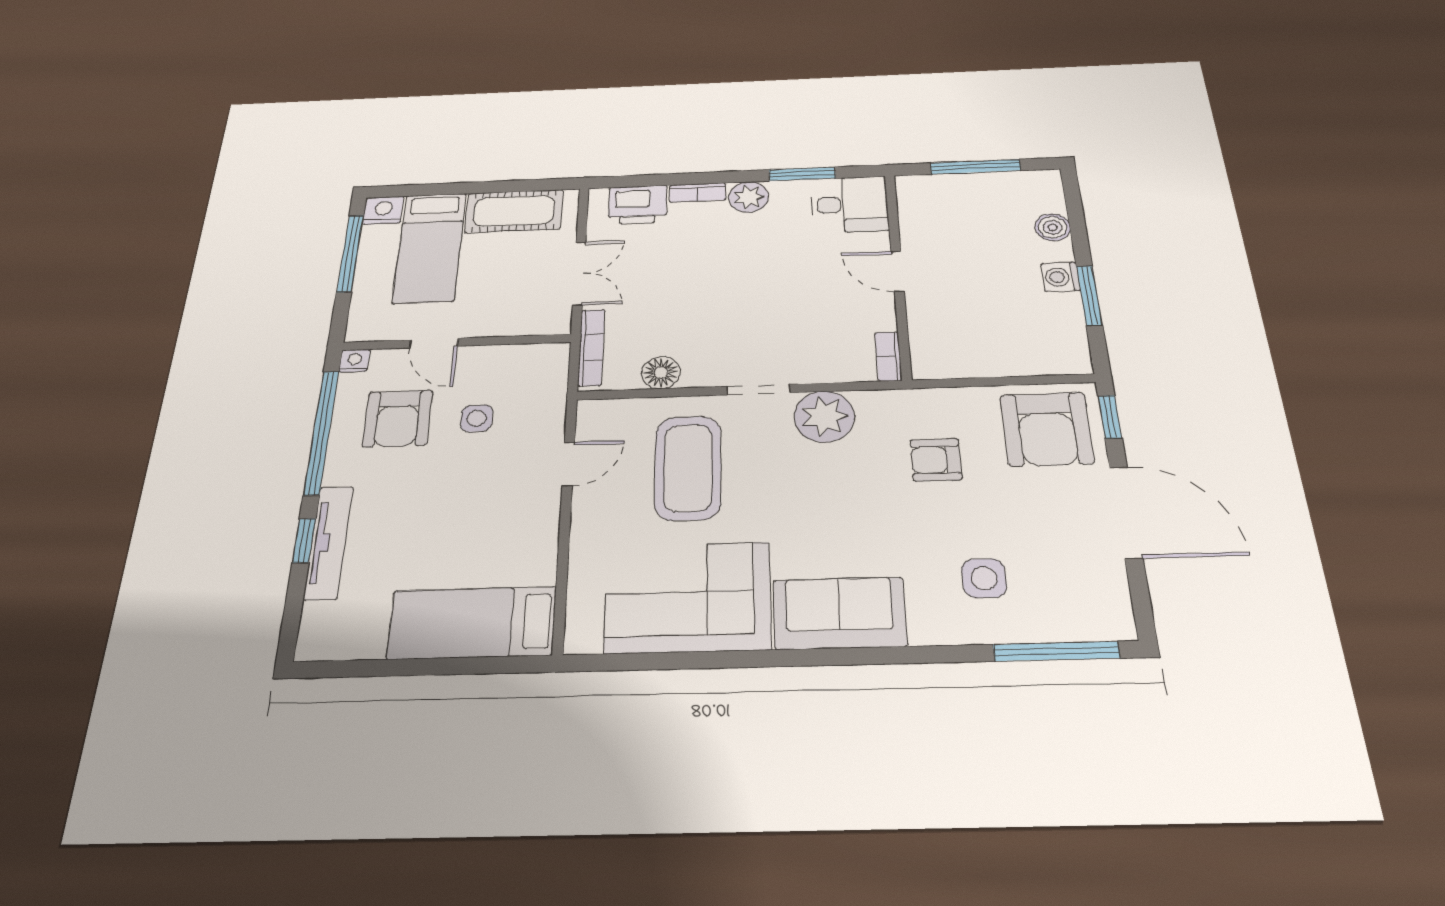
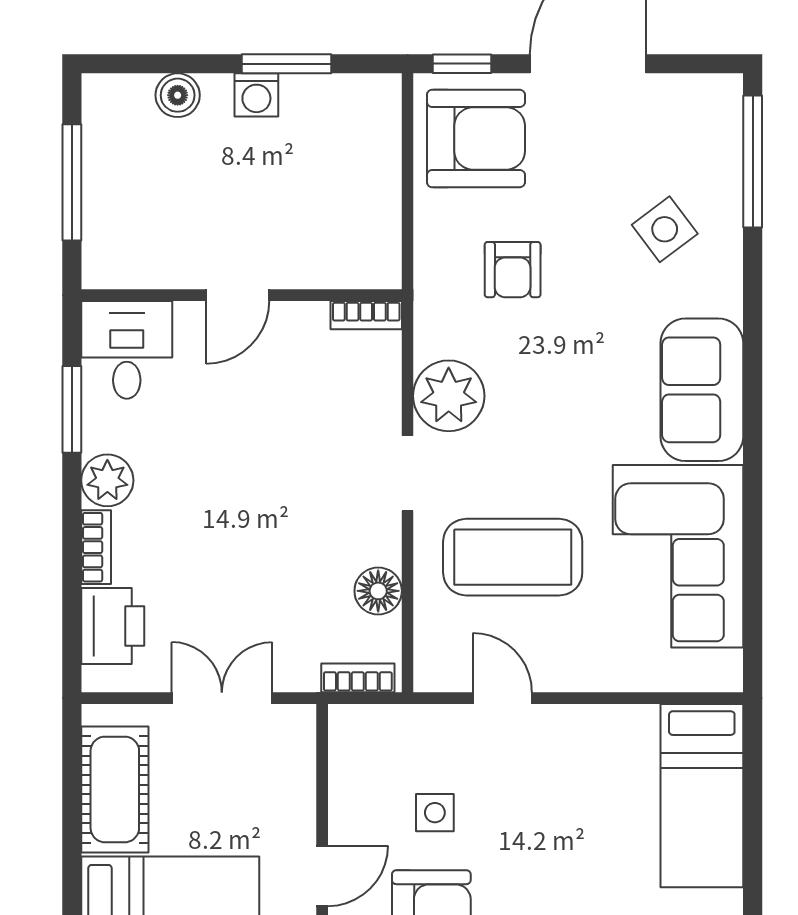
bookcase: (591, 347) -> (358, 678), width x0.64
side table: (984, 578) -> (665, 229), turned -37

